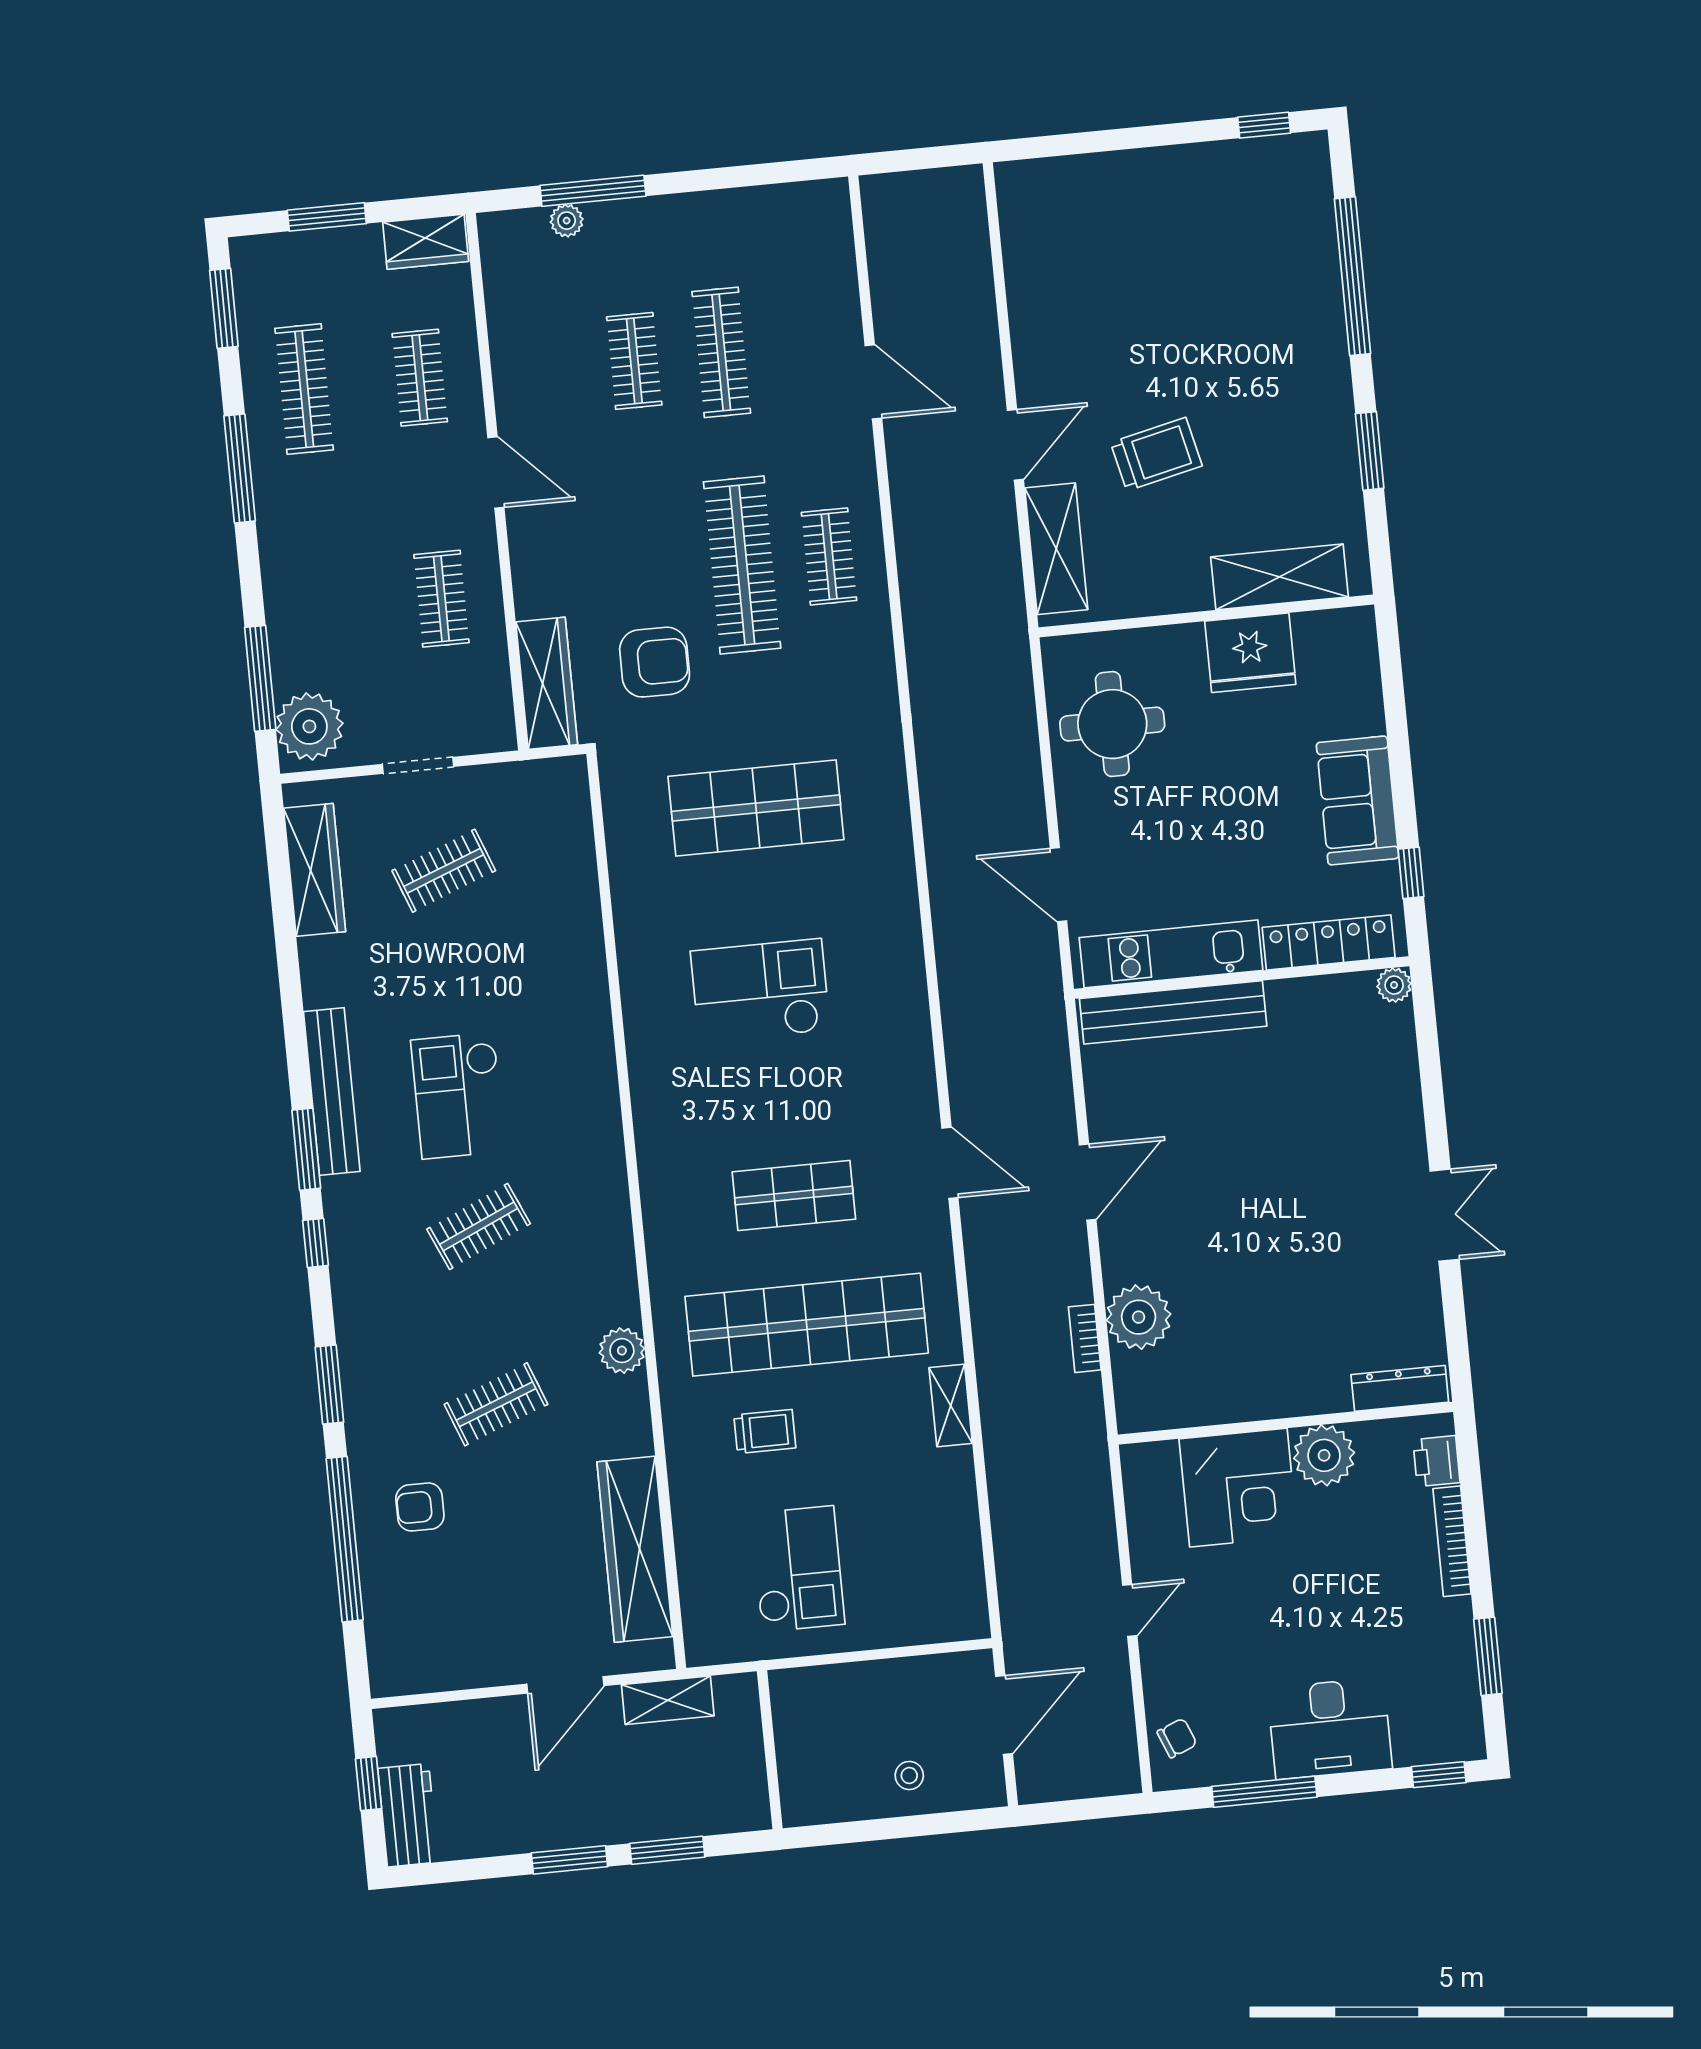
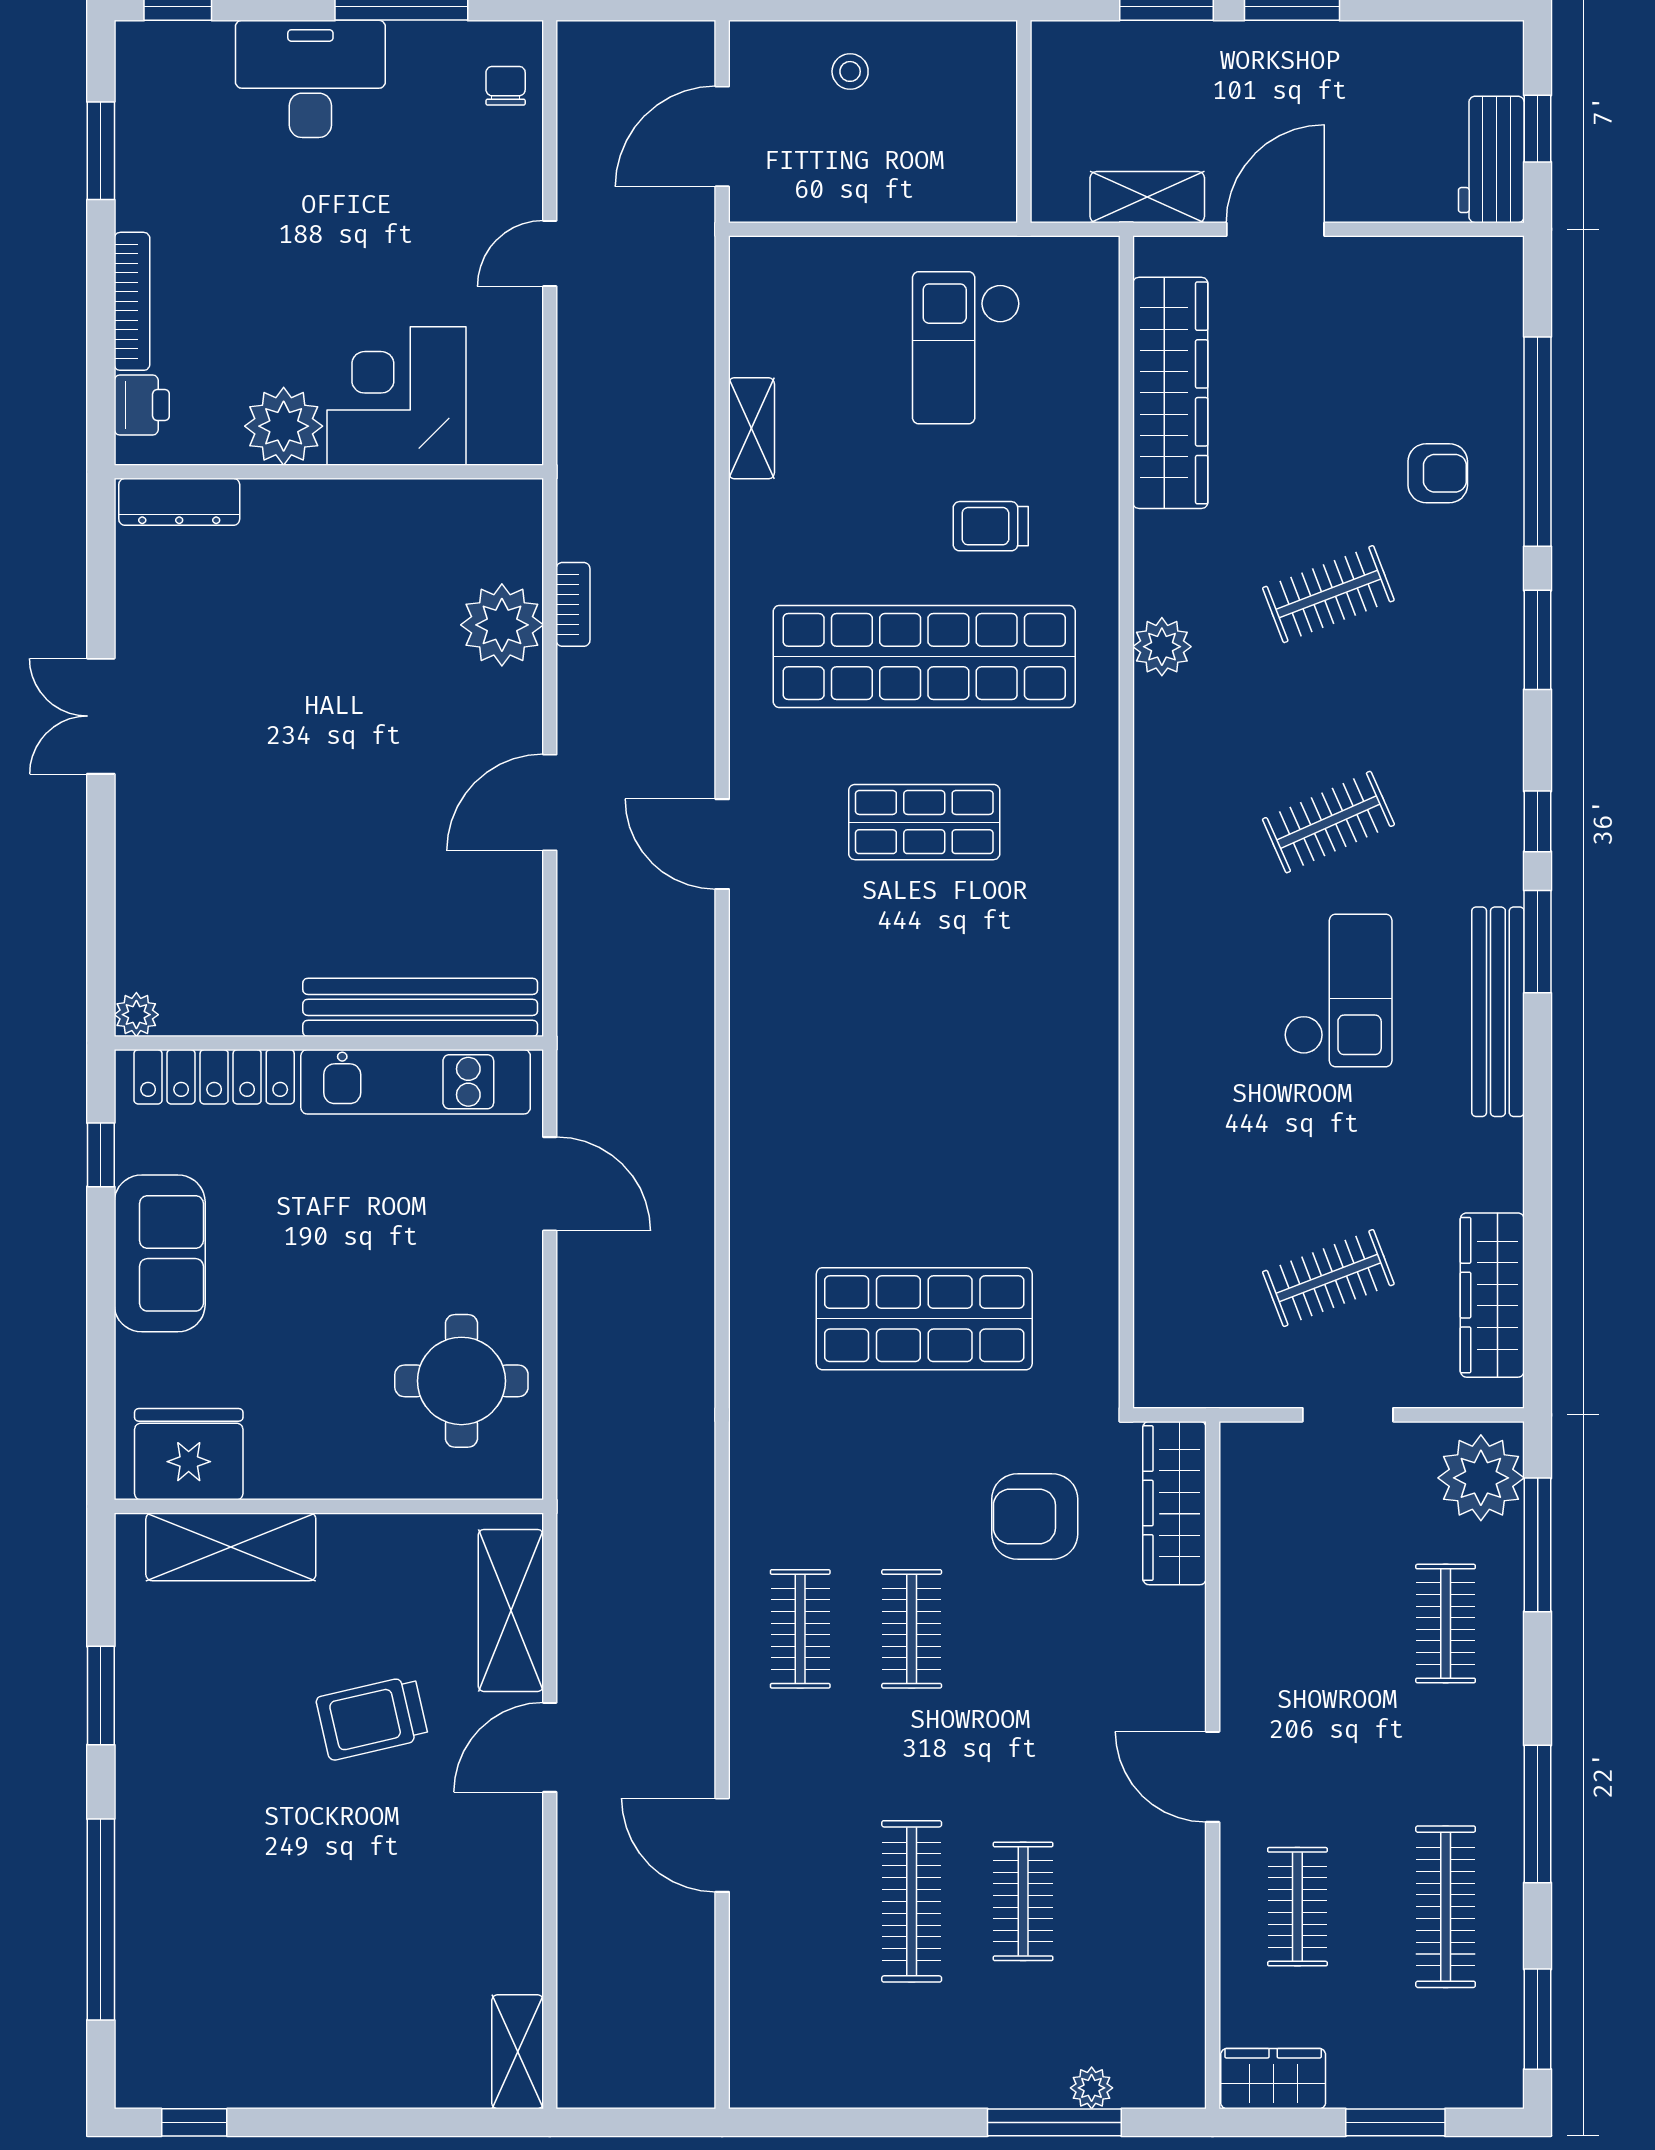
shelving: (1017, 205) -> (518, 2052), added
clothes rail: (742, 565) -> (912, 1629), width x0.54, depth x0.76
clothes rail: (441, 599) -> (1446, 1624), moved
fridge: (1250, 653) -> (189, 1454), moved
checkout: (760, 991) -> (942, 1086), removed
shelving: (951, 1406) -> (751, 428), moved
chair: (1177, 1738) -> (506, 86), turned 112
workbench: (408, 1815) -> (1491, 159), moved

